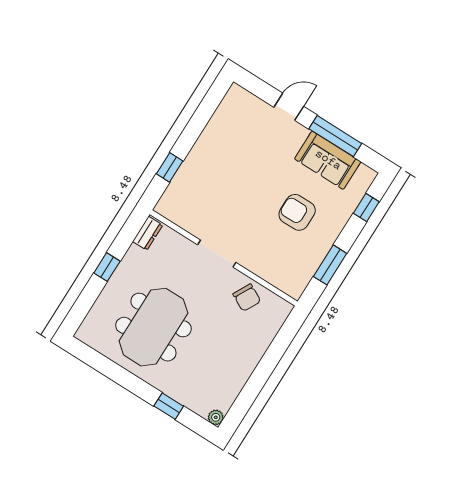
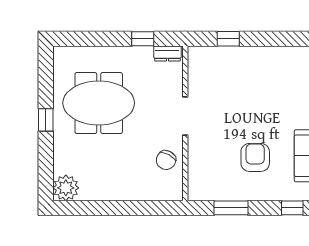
window: (107, 267) -> (143, 39), moved
window: (169, 406) -> (46, 120), moved
plant: (216, 417) -> (66, 188), width x1.88, depth x1.88

